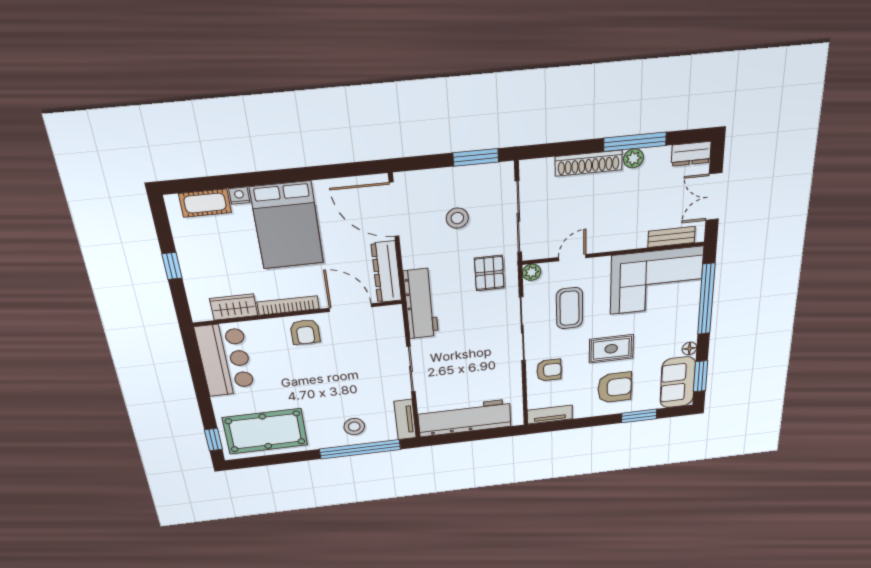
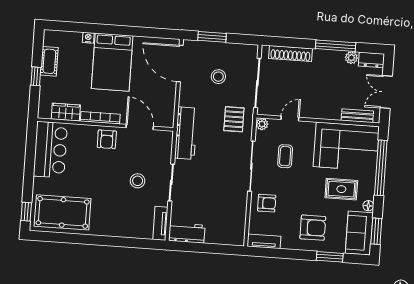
window: (476, 157) -> (212, 37), moved
plant: (633, 158) -> (351, 58), moved
shoe rack: (589, 163) -> (290, 54), moved
cot: (205, 203) -> (49, 61), moved, turned 90
dresser: (386, 272) -> (167, 106), removed
coffee table: (569, 308) -> (285, 156), width x0.73, depth x0.77
rug: (611, 349) -> (341, 189), moved
workbench: (465, 418) -> (187, 233), width x0.53, depth x0.76
stool: (354, 427) -> (138, 181), moved
window: (360, 449) -> (124, 242), removed

